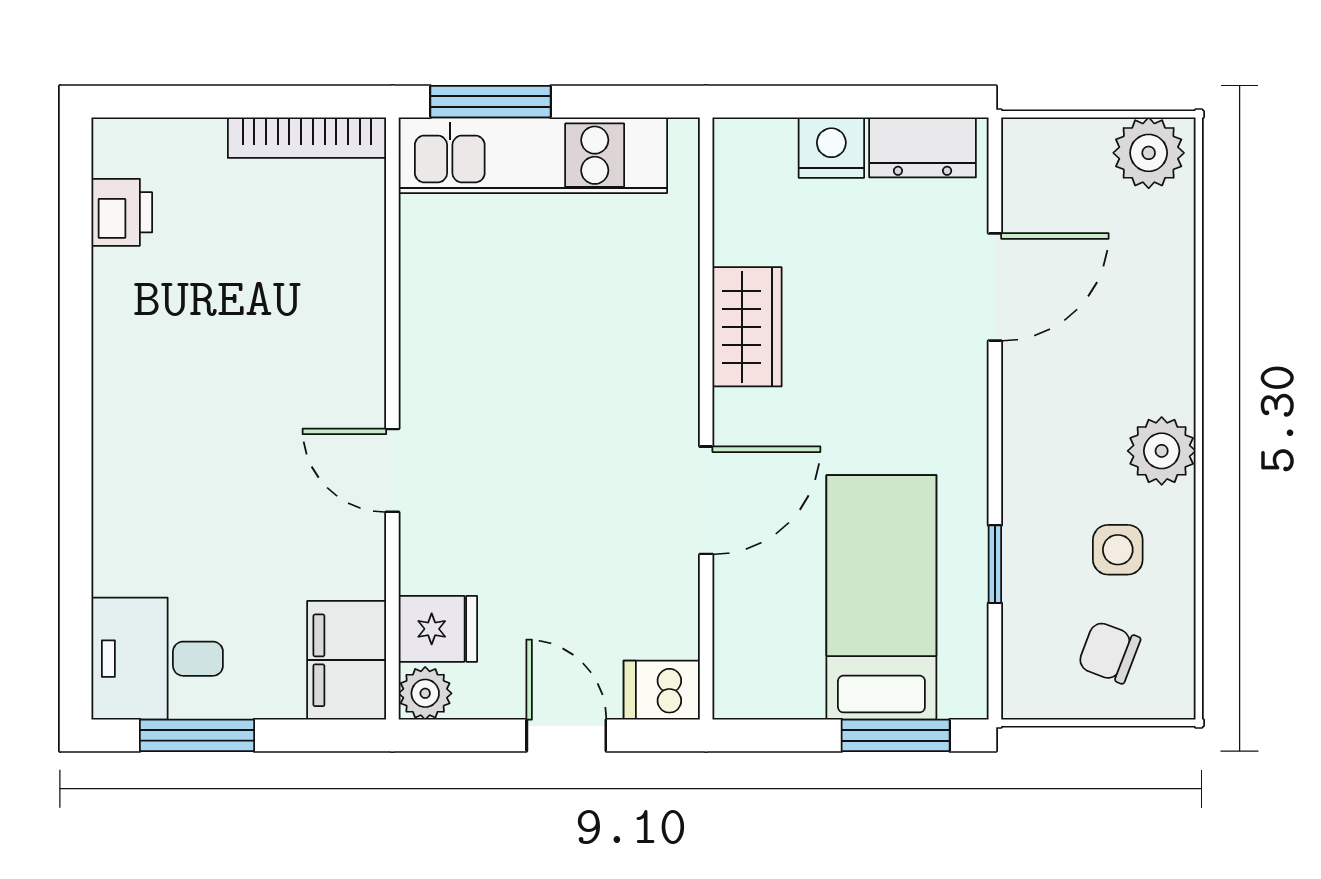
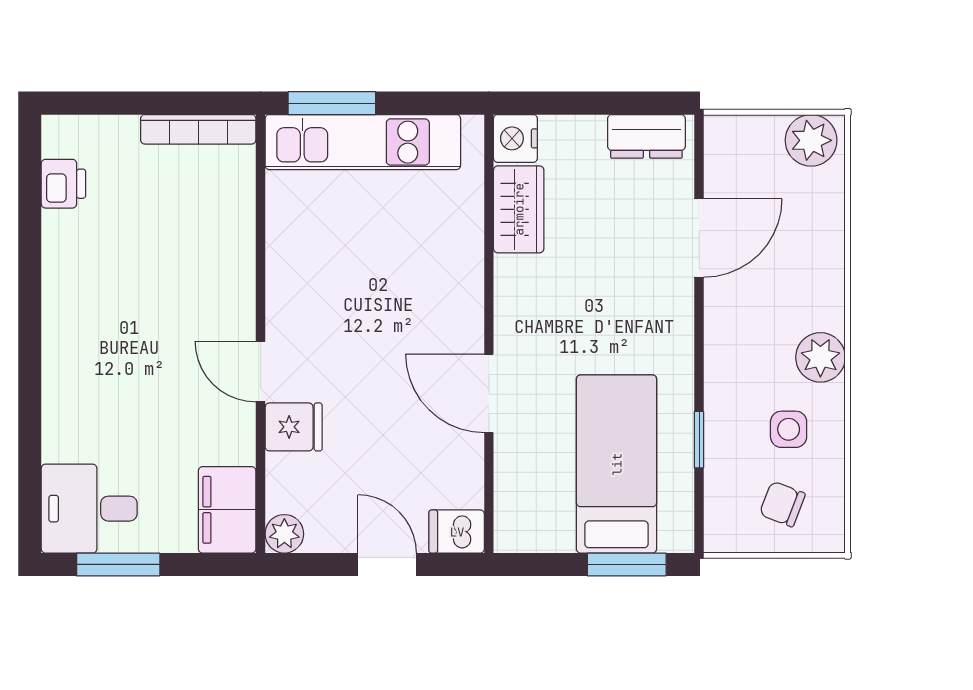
nightstand: (831, 148) -> (515, 138), moved, turned -90
wardrobe: (747, 327) -> (519, 209), moved
door: (706, 500) -> (489, 393), swing flipped
fridge: (438, 629) -> (294, 427), moved

